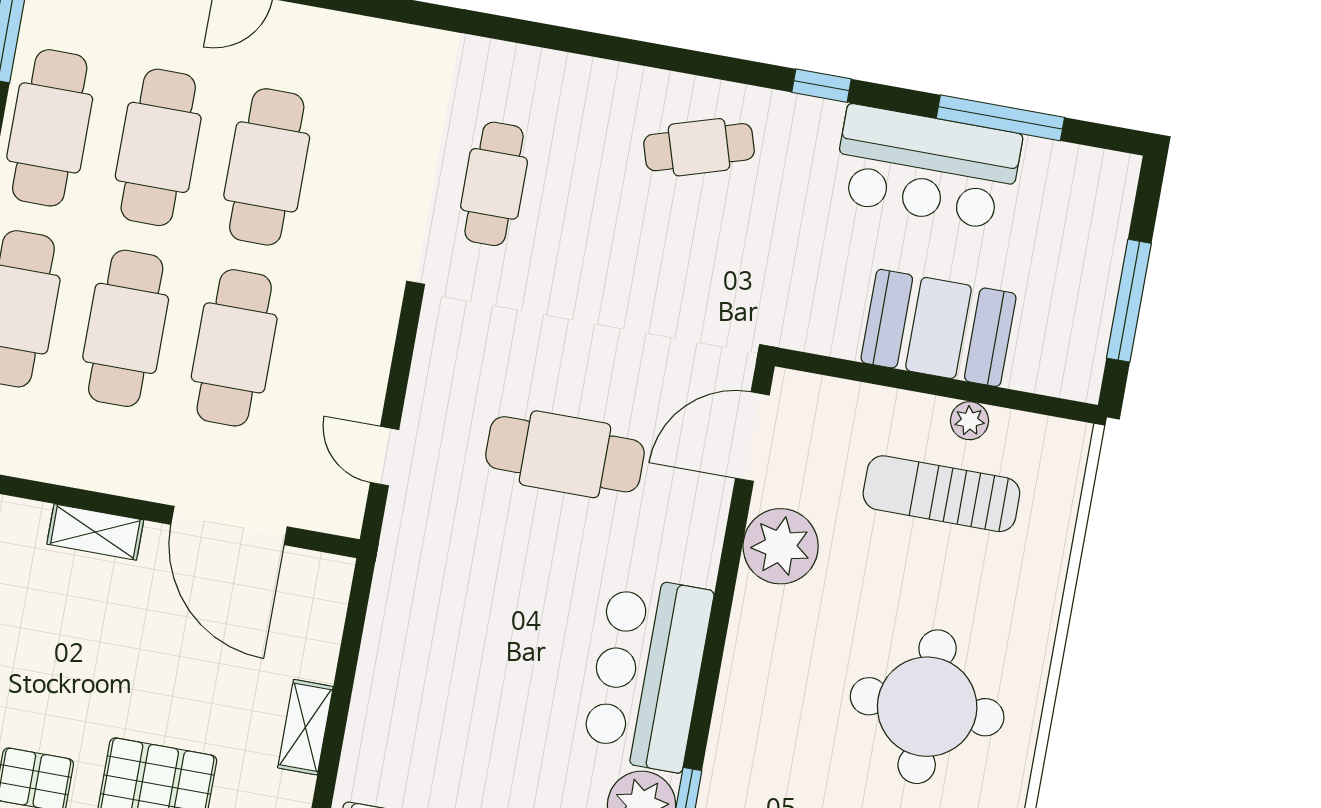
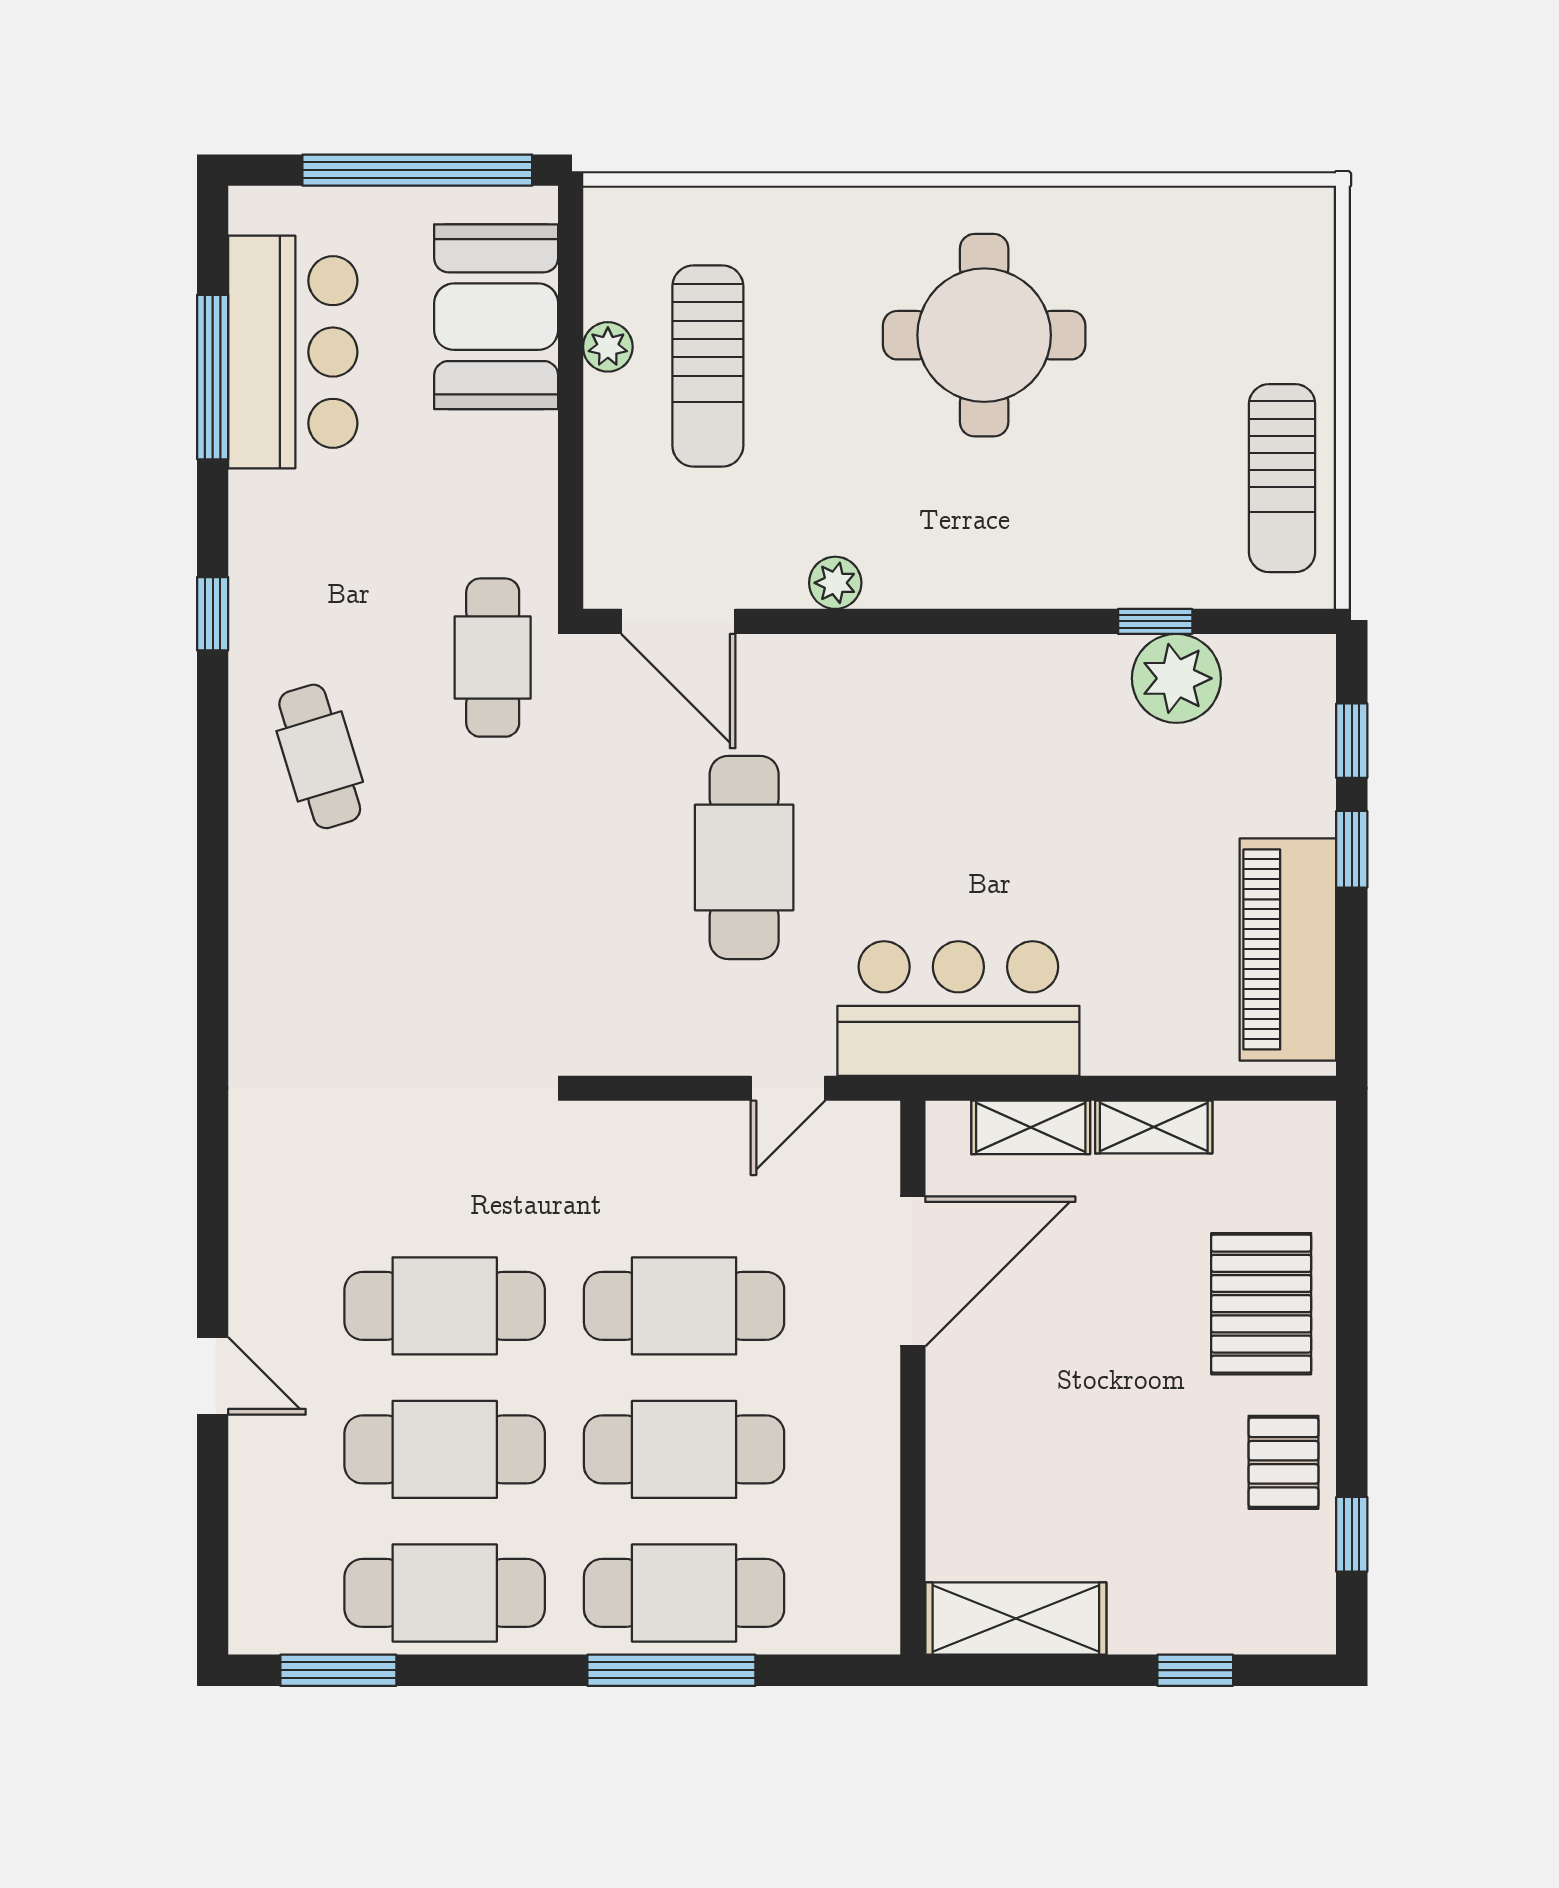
bar counter: (927, 167) -> (293, 352), moved
cafe table: (494, 184) -> (493, 658), moved, turned 90
window: (1129, 301) -> (417, 170), width x1.46
booth: (939, 328) -> (496, 317), moved
shelving: (95, 532) -> (1031, 1127), moved, turned 90
plant: (781, 546) -> (835, 583), width x0.53, depth x0.53
bar counter: (648, 673) -> (958, 1009), moved, turned 180

